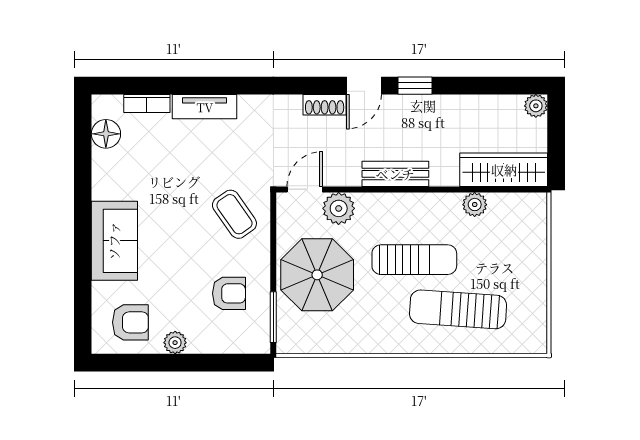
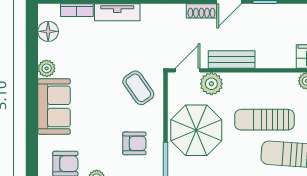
bench: (395, 174) -> (232, 60), moved
plant: (104, 187) -> (47, 68), added
sun lounger: (414, 260) -> (264, 120), turned 180

